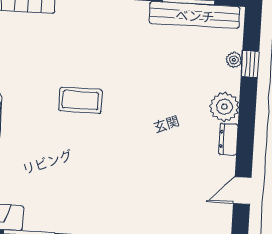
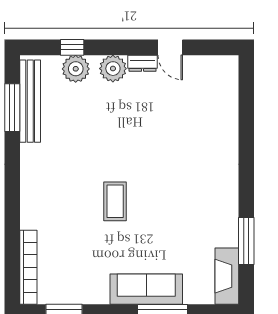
plant: (234, 60) -> (76, 69), width x1.88, depth x1.88
door: (242, 190) -> (170, 47), moved

